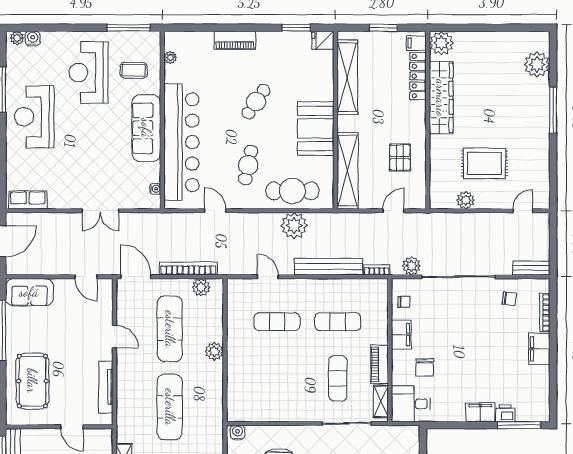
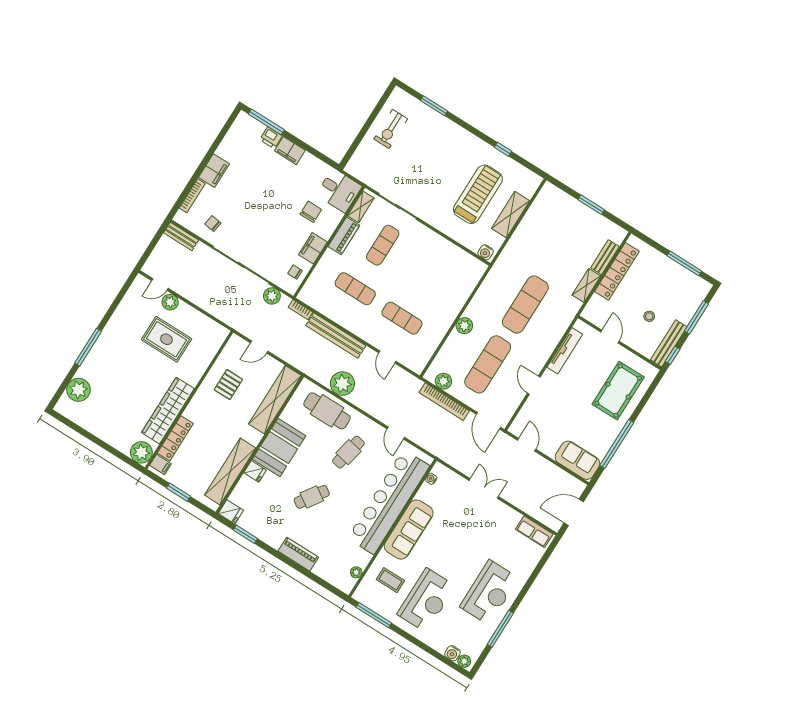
fridge: (324, 92) -> (255, 471), added
plant: (466, 200) -> (170, 302), moved

